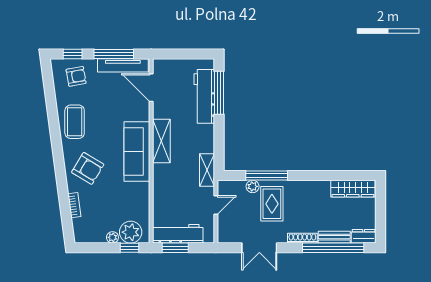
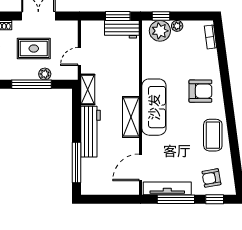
door: (151, 88) -> (140, 167), swing flipped
workbench: (204, 96) -> (90, 132), moved
armchair: (88, 168) -> (200, 91), turned 149
rug: (272, 204) -> (34, 49), moved, turned 90
bookcase: (74, 205) -> (211, 37), moved
workbench: (178, 234) -> (122, 29), width x0.73

